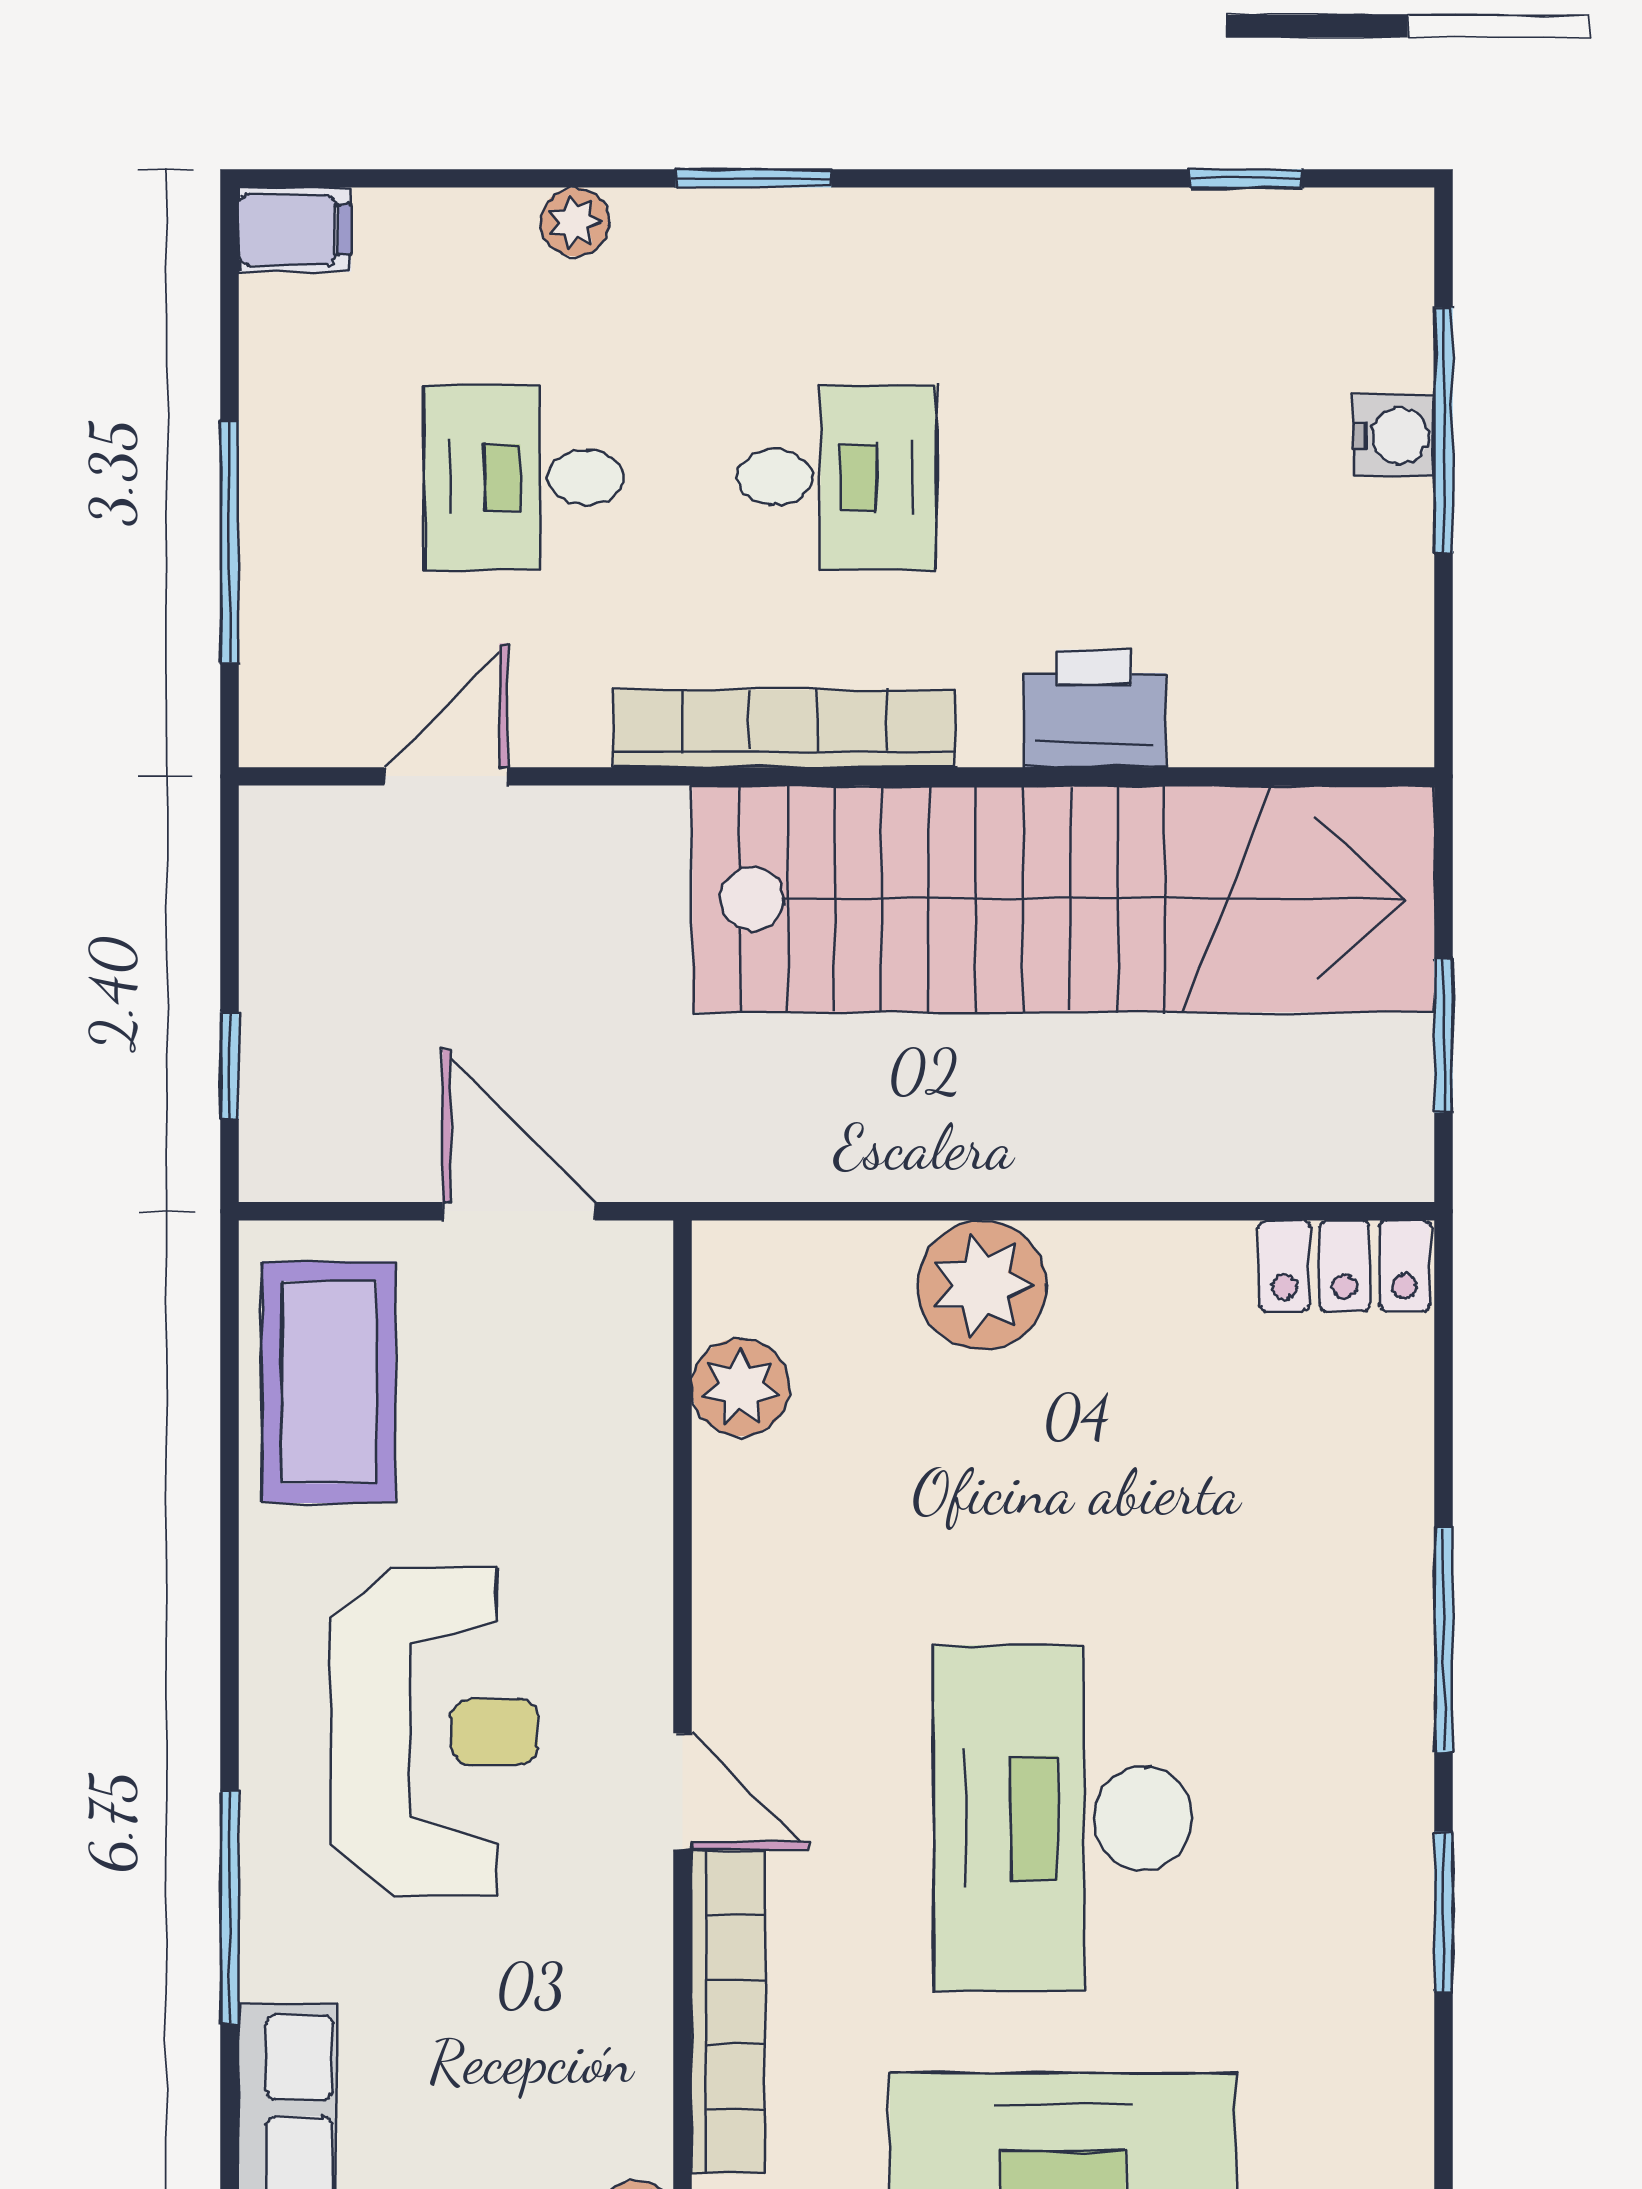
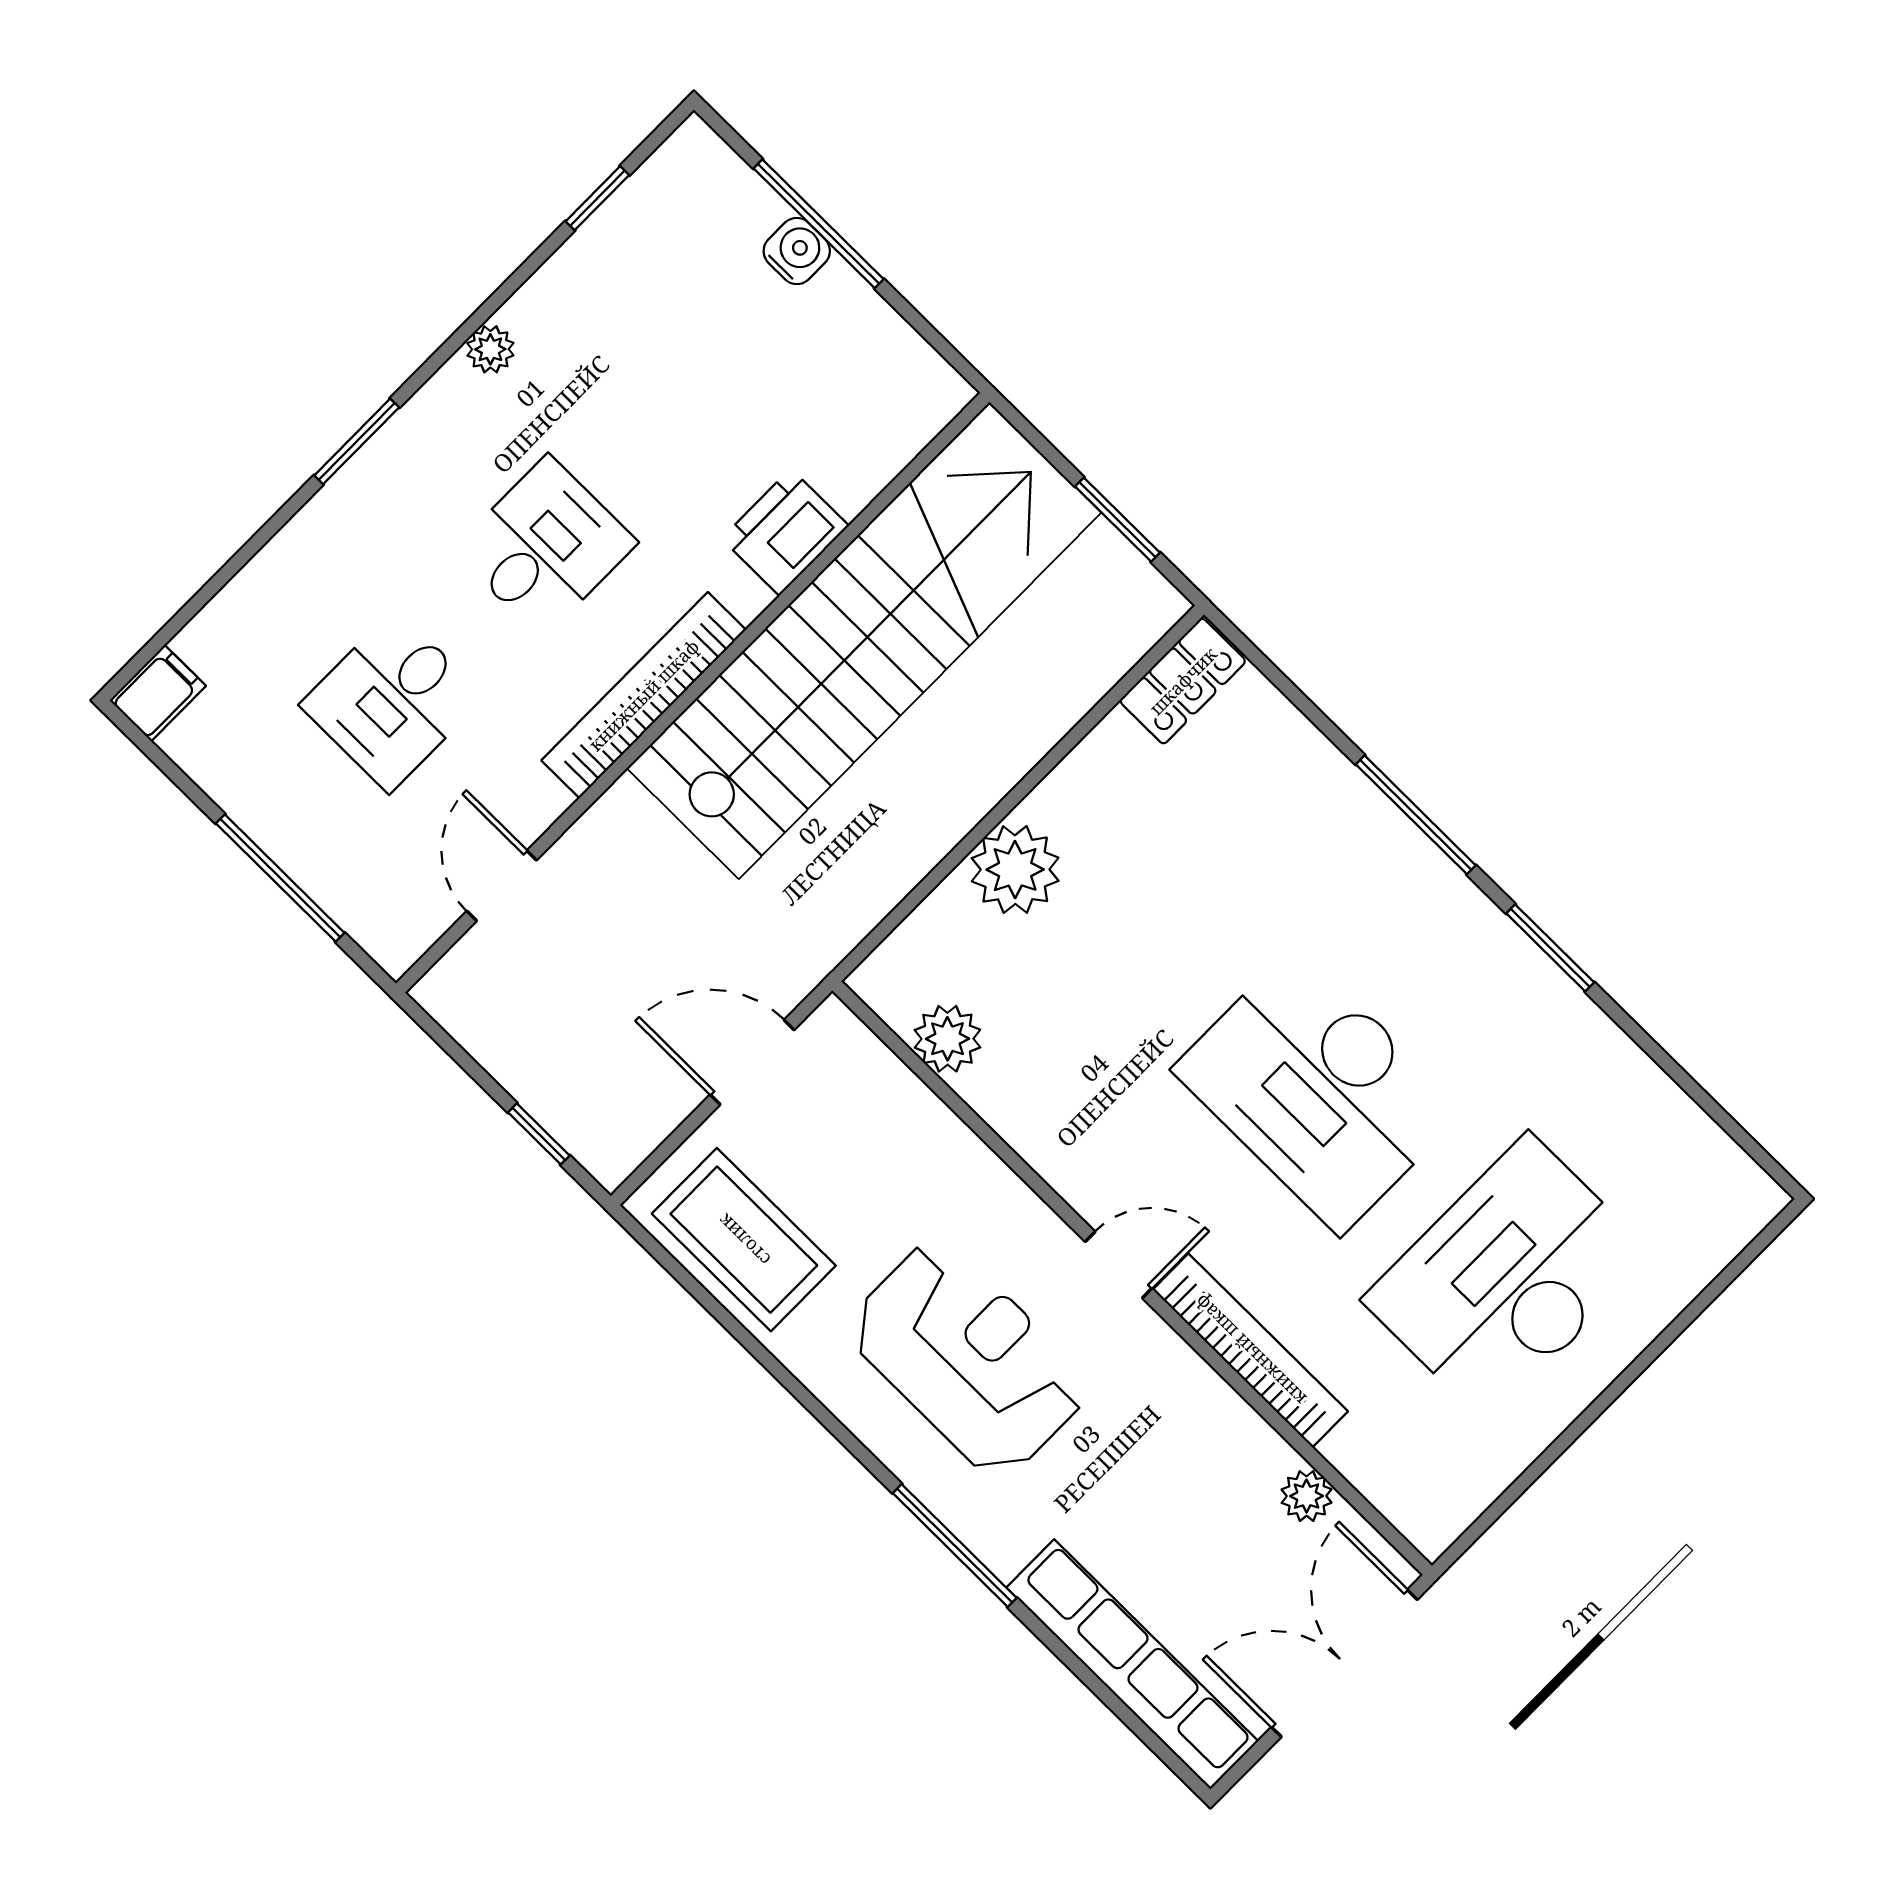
plant: (575, 222) -> (490, 349), moved

